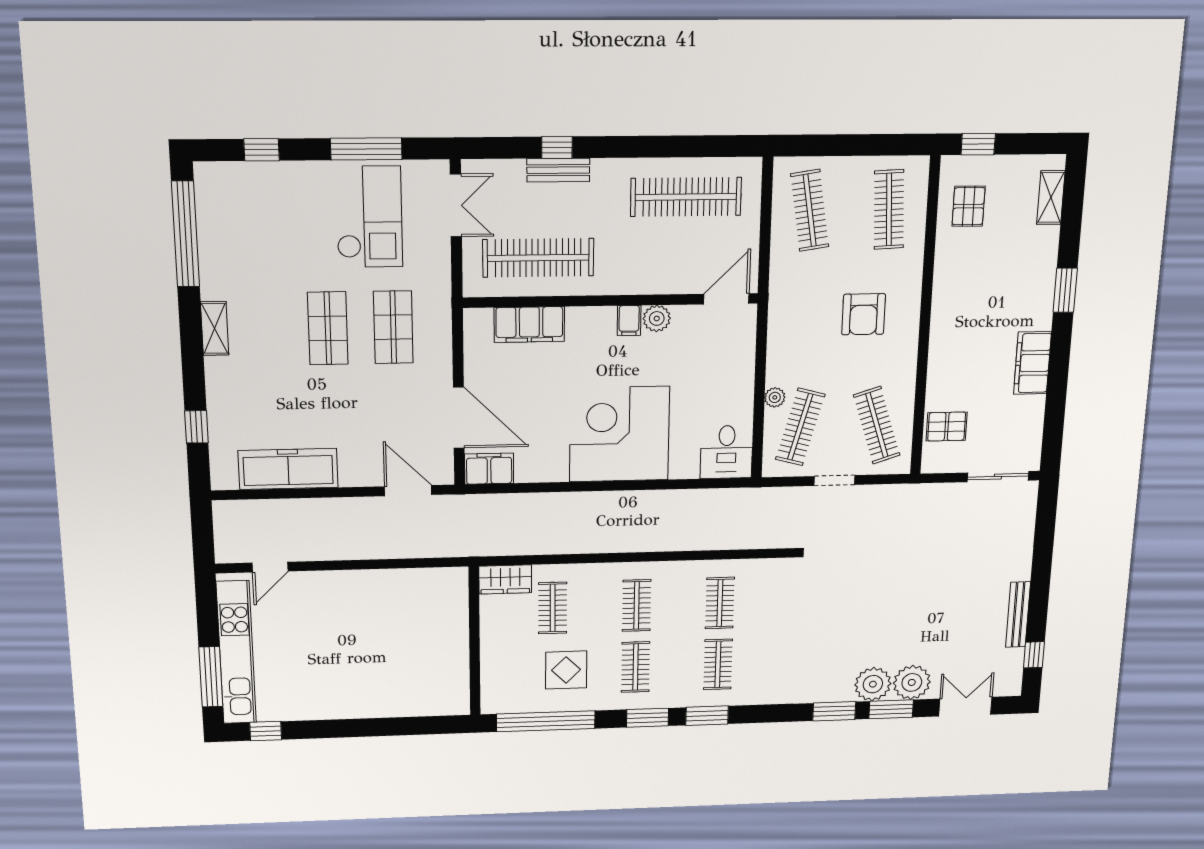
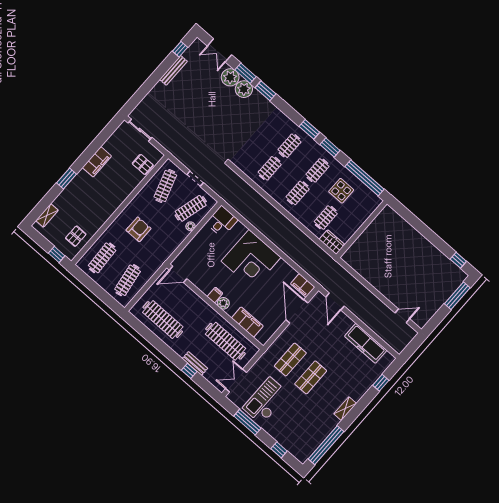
plant: (657, 318) -> (223, 303), moved
kitchen unit: (236, 653) -> (441, 297), removed

